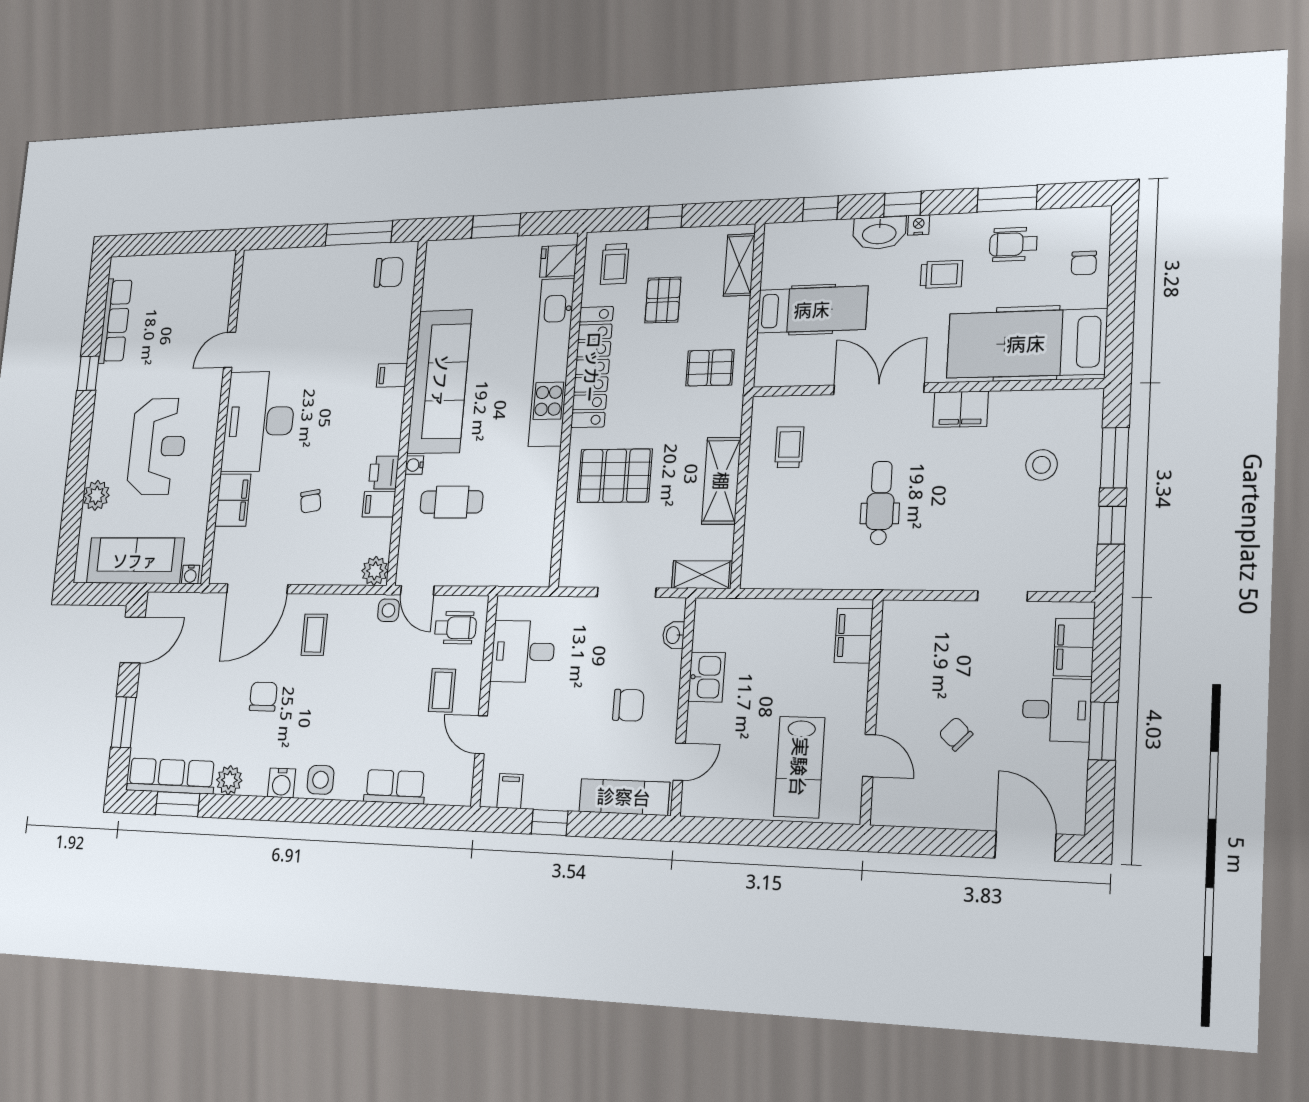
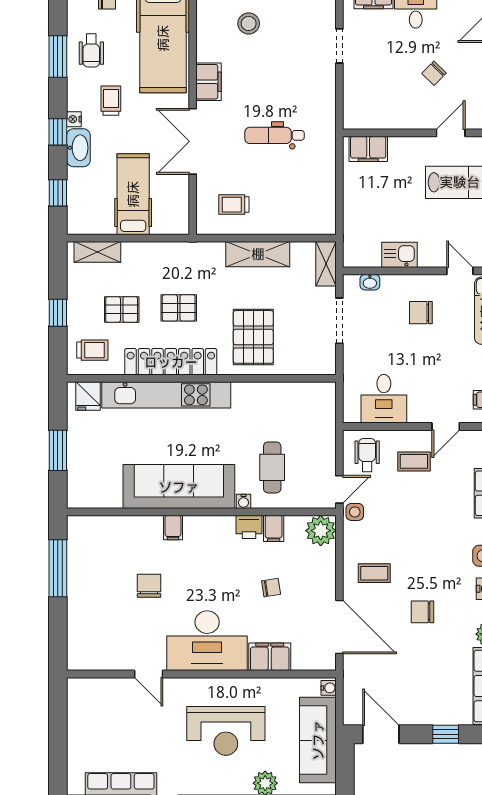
chair: (389, 272) -> (149, 586), moved
pallet: (710, 368) -> (179, 308), moved, turned 90
reception desk: (158, 446) -> (226, 731), turned 180
plant: (375, 571) -> (321, 531), width x1.36, depth x1.36
chair: (628, 705) -> (421, 313), turned -90
window: (124, 722) -> (446, 734), width x0.67

